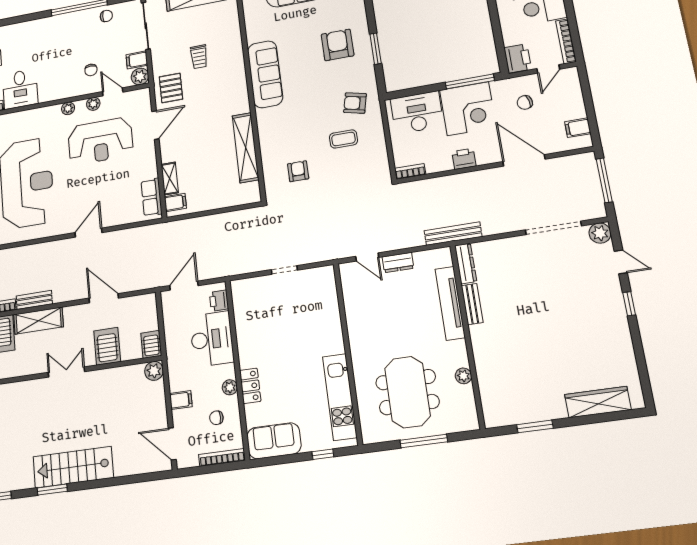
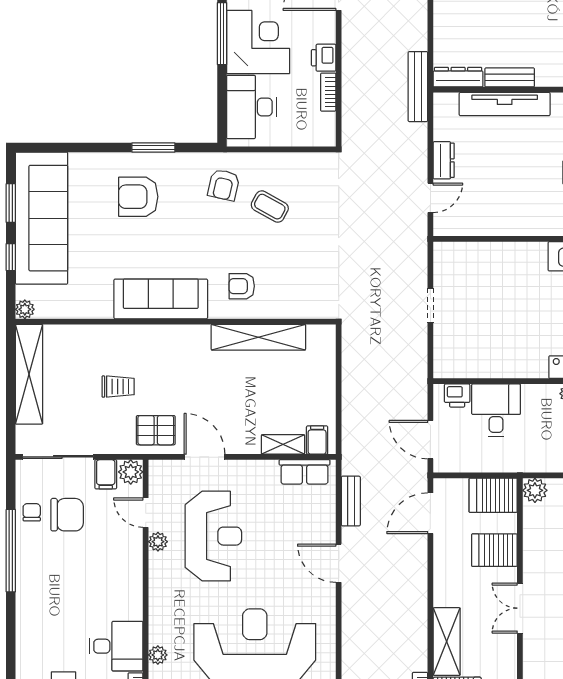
chair: (91, 70) -> (67, 515), moved, width x1.87, depth x1.87
door: (113, 92) -> (146, 513), hinge flipped
plant: (68, 108) -> (158, 655), moved
coffee table: (343, 139) -> (270, 207), turned -61
armchair: (298, 171) -> (242, 286), moved
bookcase: (410, 171) -> (328, 92), moved
door: (104, 298) -> (430, 513), moved
bench: (34, 300) -> (351, 501), moved
desk: (212, 339) -> (496, 410), width x0.73
server rack: (151, 344) -> (493, 495), width x1.36, depth x1.44

